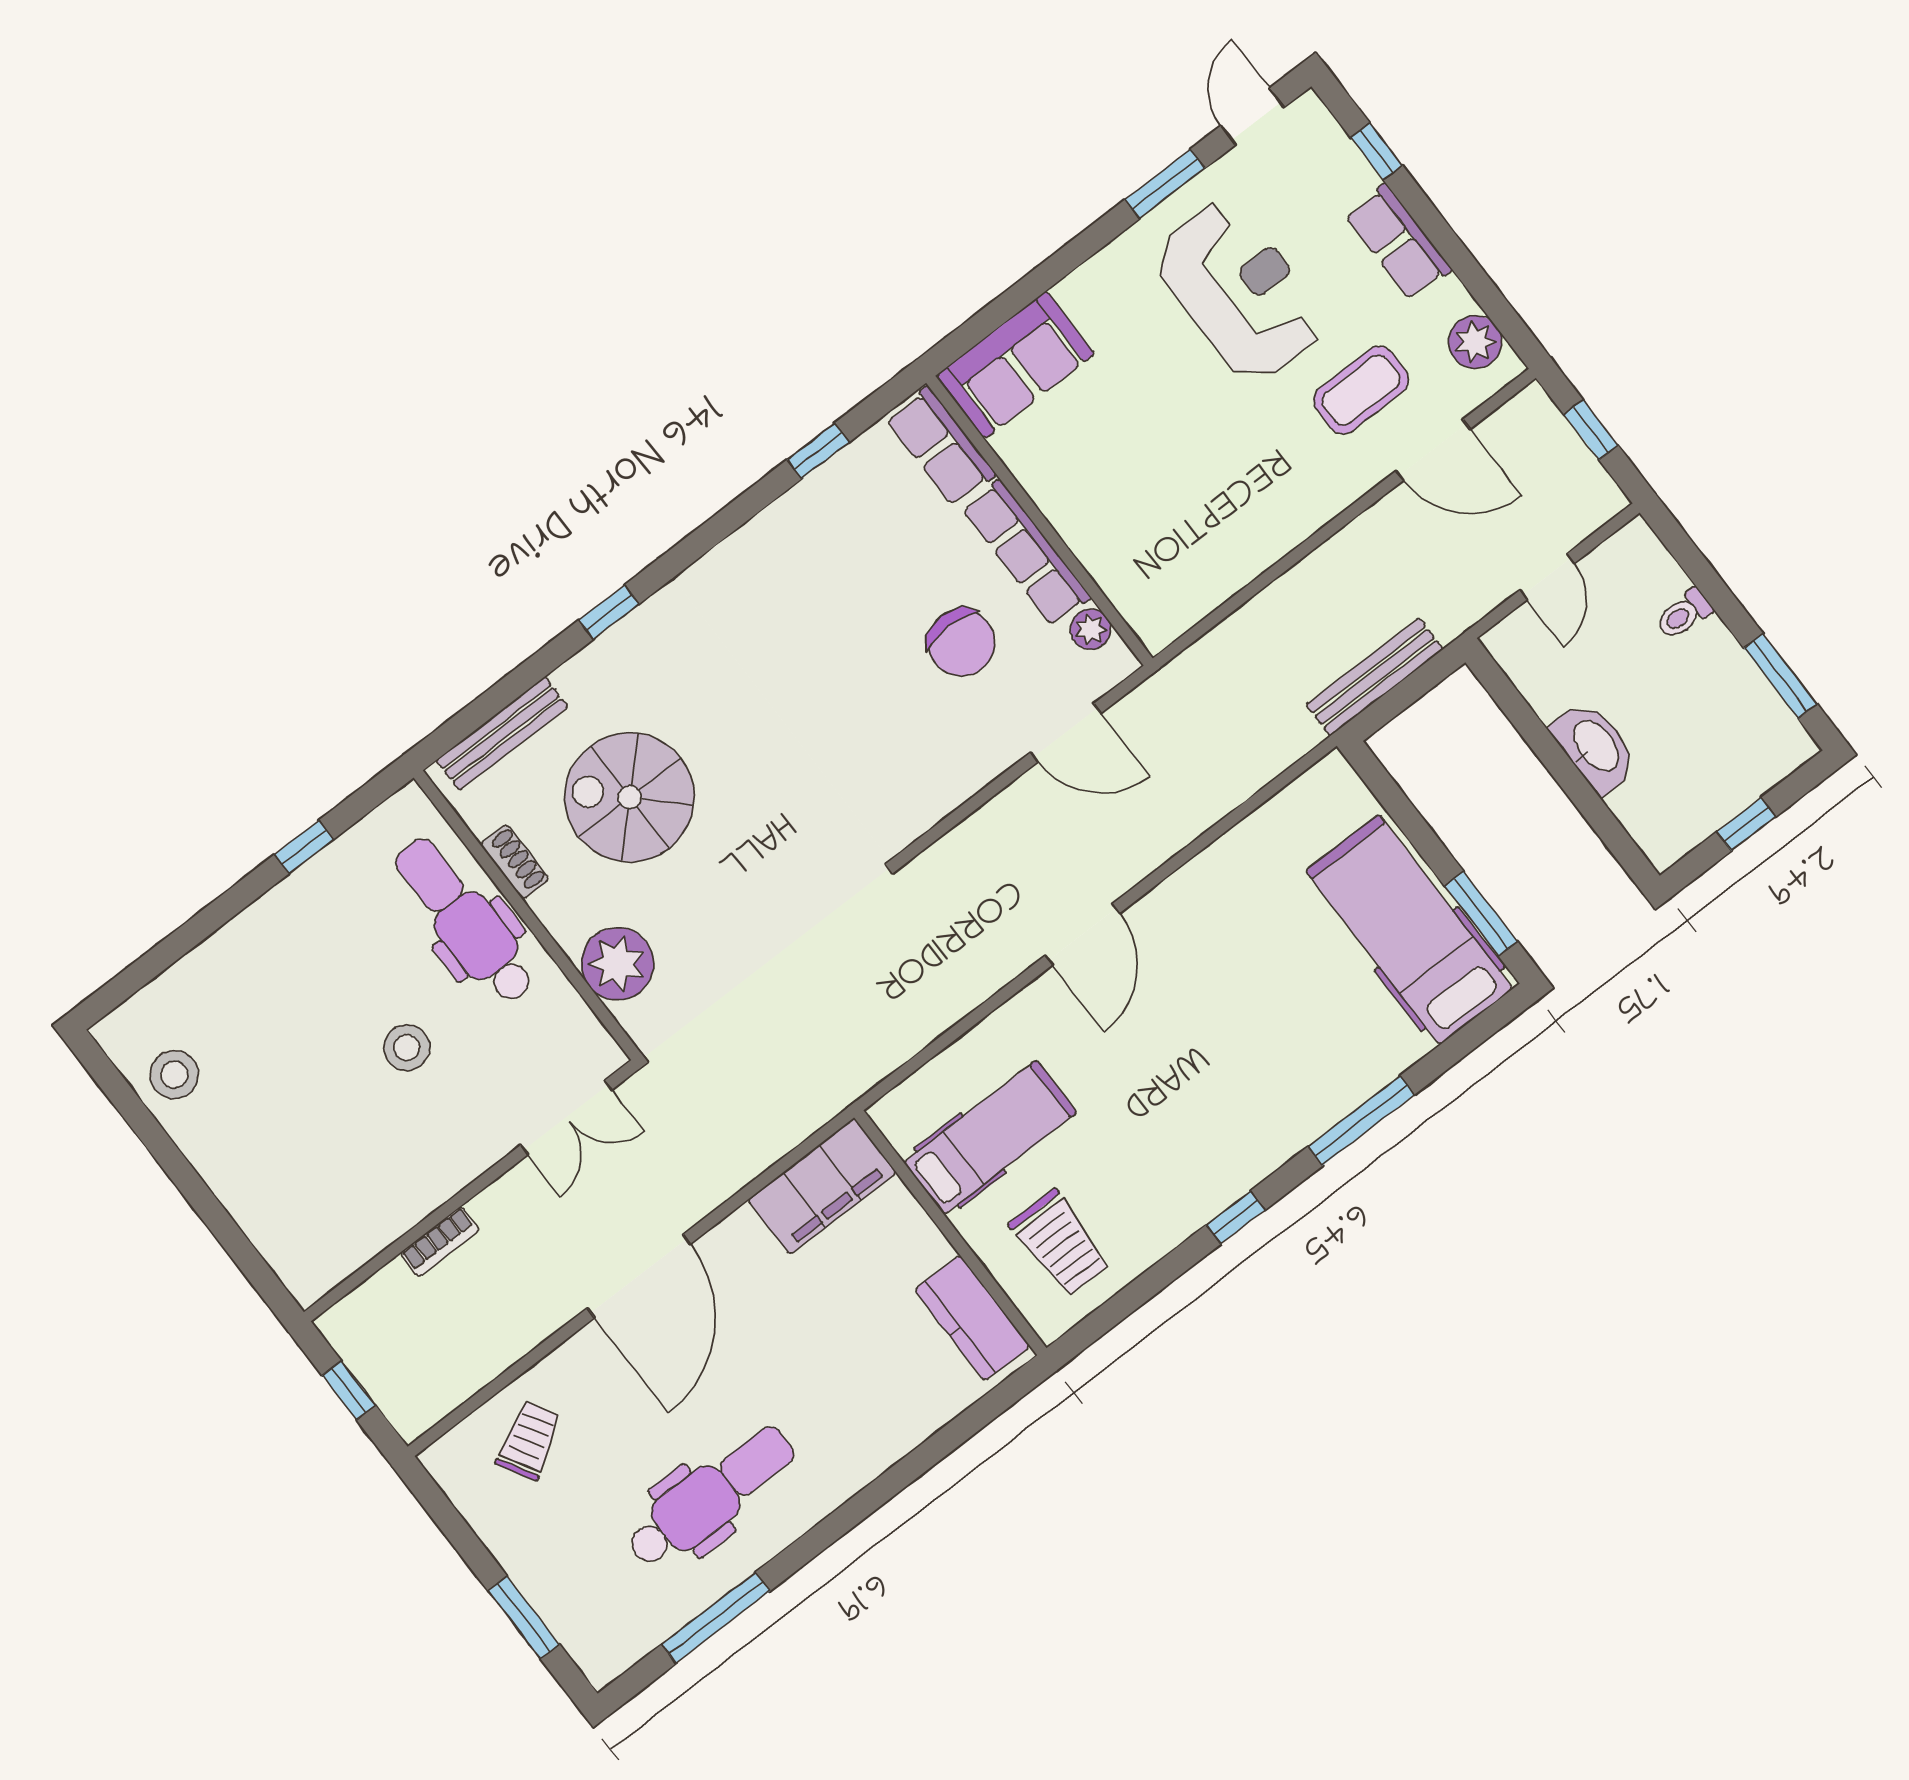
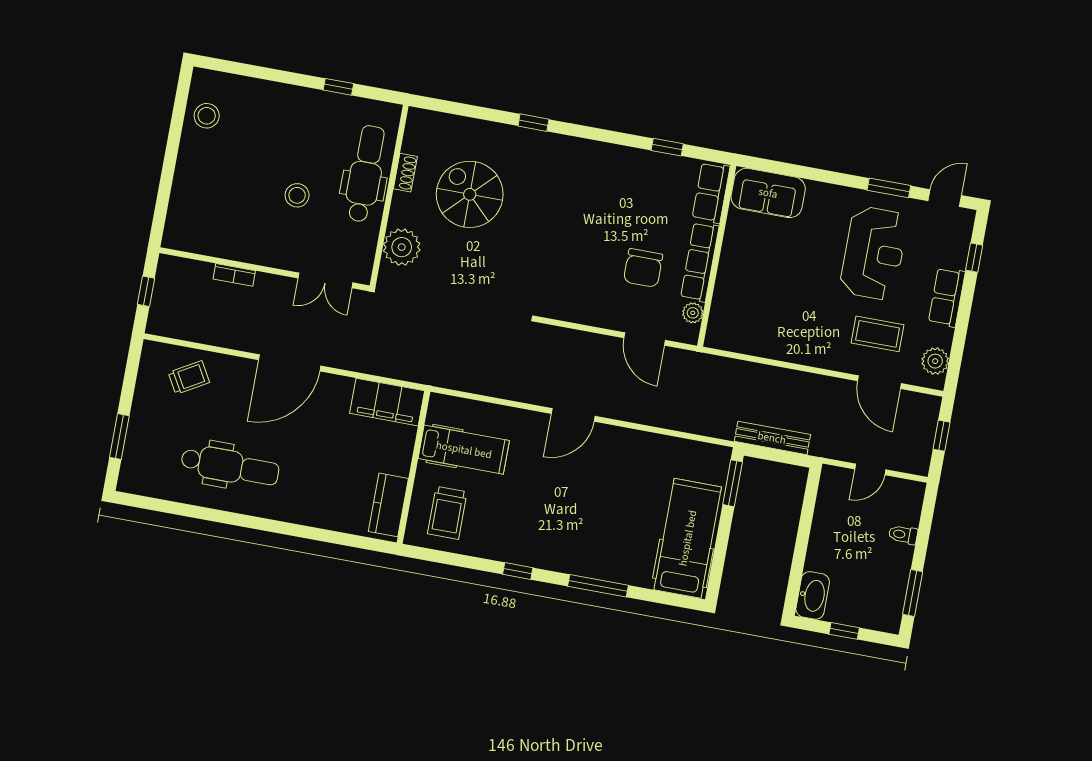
bench: (502, 734) -> (450, 124), removed
washbasin: (1595, 747) -> (813, 595), moved
window: (1481, 914) -> (733, 483), moved
window: (716, 1618) -> (185, 510), removed

